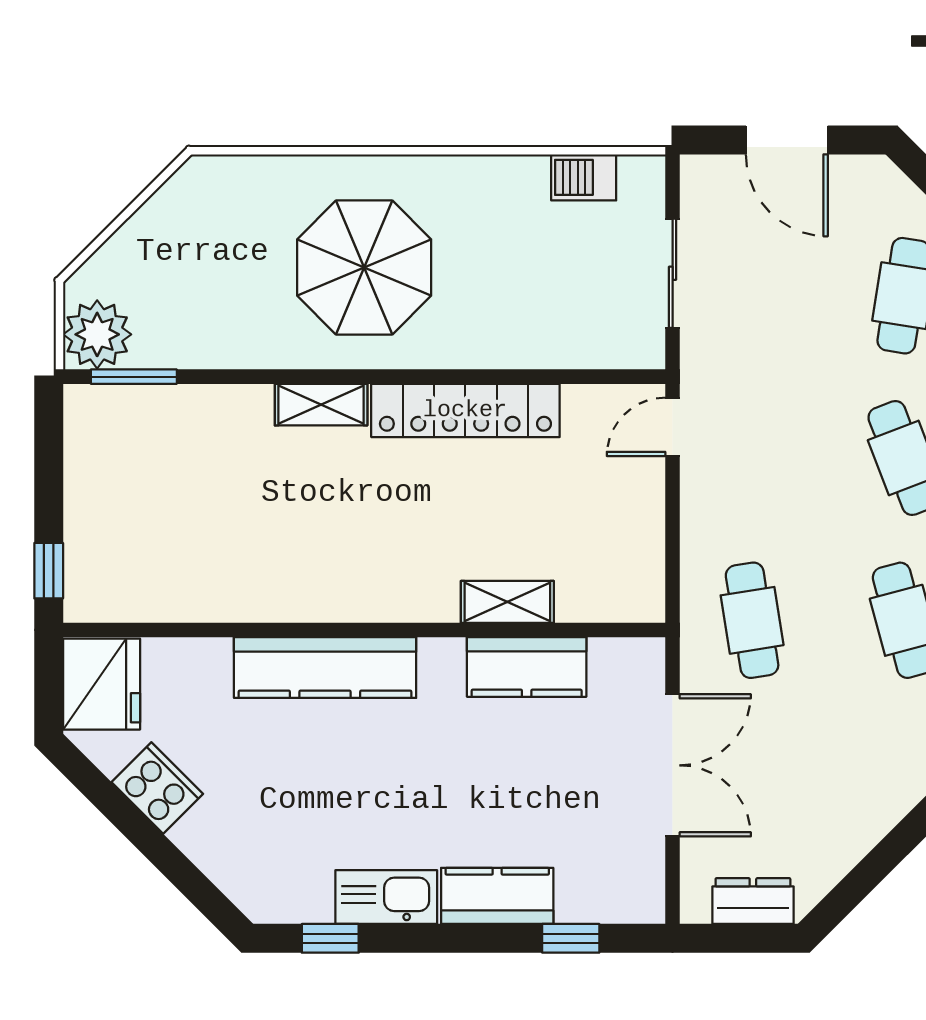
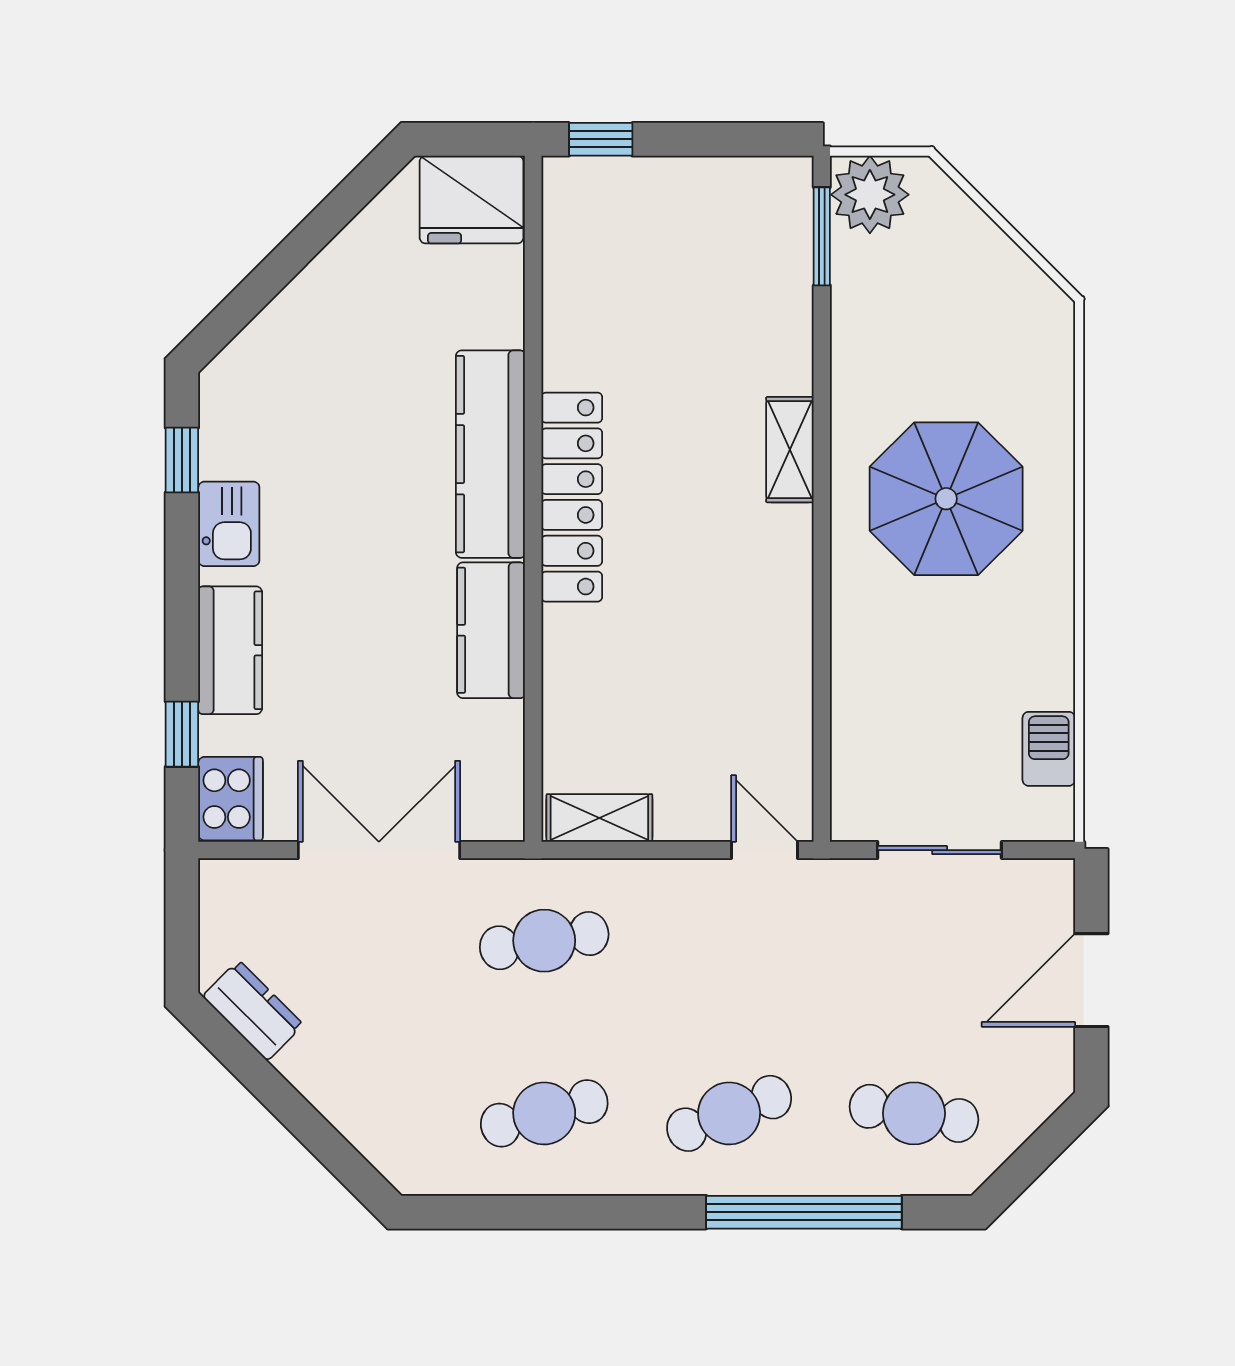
locker: (465, 410) -> (572, 497), moved, turned 180
shelving: (507, 602) -> (599, 818), moved, turned 90
kitchen counter: (527, 667) -> (491, 630), moved
double door: (673, 765) -> (379, 850), swing flipped
cooker: (157, 788) -> (231, 799), moved, turned -45
kitchen sink: (386, 897) -> (229, 524), width x0.73
dresser: (753, 901) -> (253, 1011), moved, turned -45

